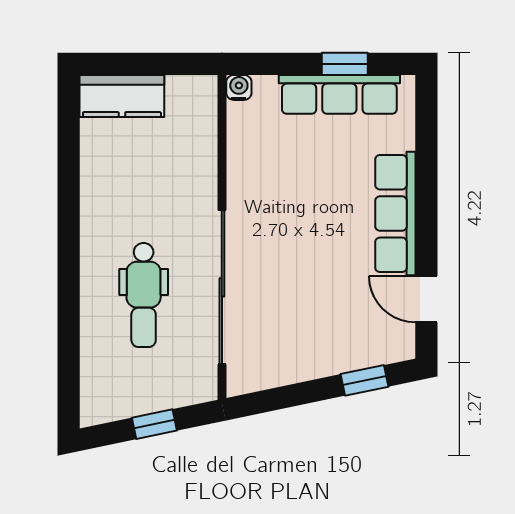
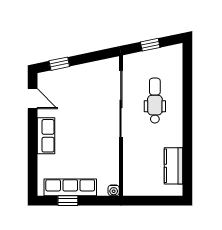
kitchen counter: (122, 96) -> (173, 166), moved, turned -90
row of seats: (395, 214) -> (46, 136), width x0.68

